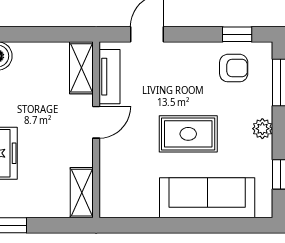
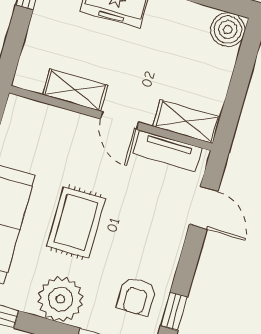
plant: (262, 129) -> (60, 299), width x1.87, depth x1.87
shelving: (82, 193) -> (75, 90), moved

